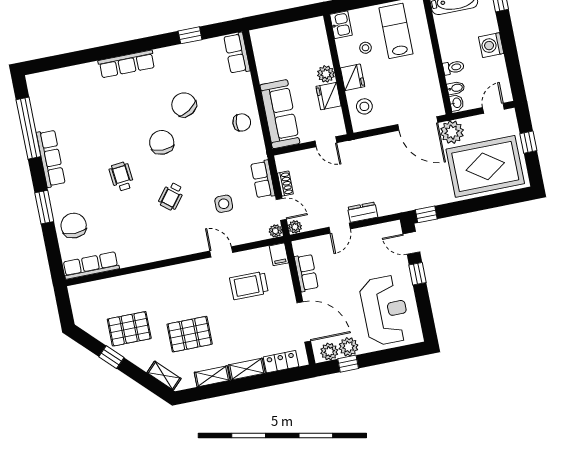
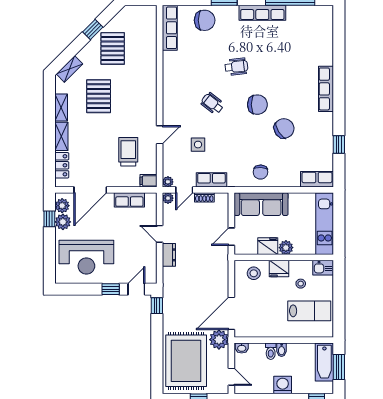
kitchen unit: (288, 33) -> (325, 224), added
bidet: (456, 88) -> (282, 350), moved

